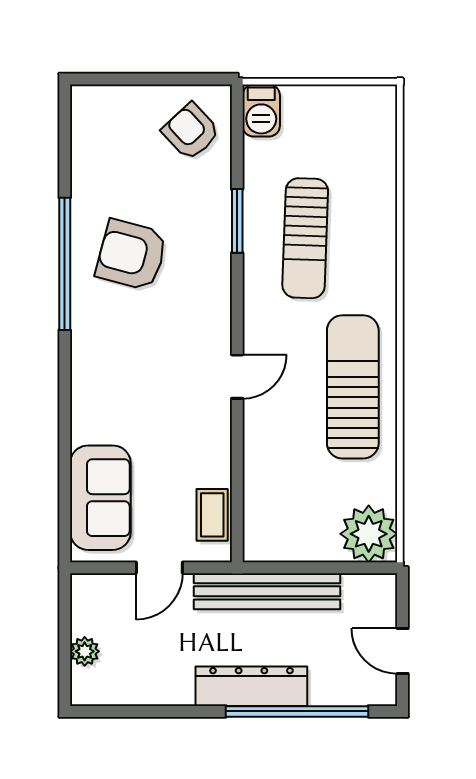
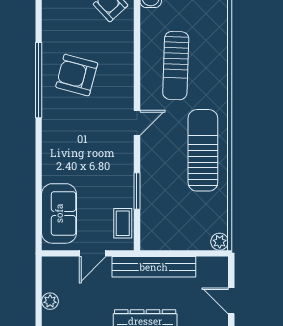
window: (237, 221) -> (137, 191), moved
door: (237, 377) -> (137, 123), moved
plant: (369, 534) -> (220, 242), width x0.53, depth x0.53

